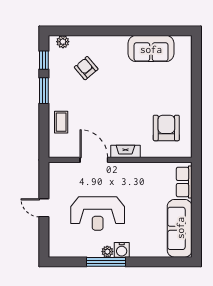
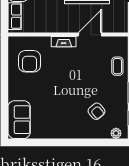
sofa: (151, 49) -> (19, 120), moved, turned 90
door: (94, 160) -> (90, 35), swing flipped

